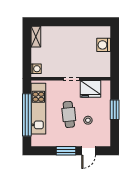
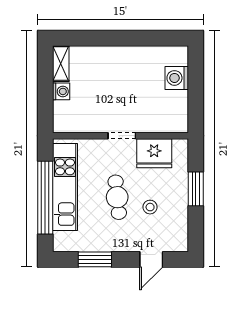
washing machine: (36, 69) -> (61, 91), moved
window: (66, 151) -> (95, 259), moved

